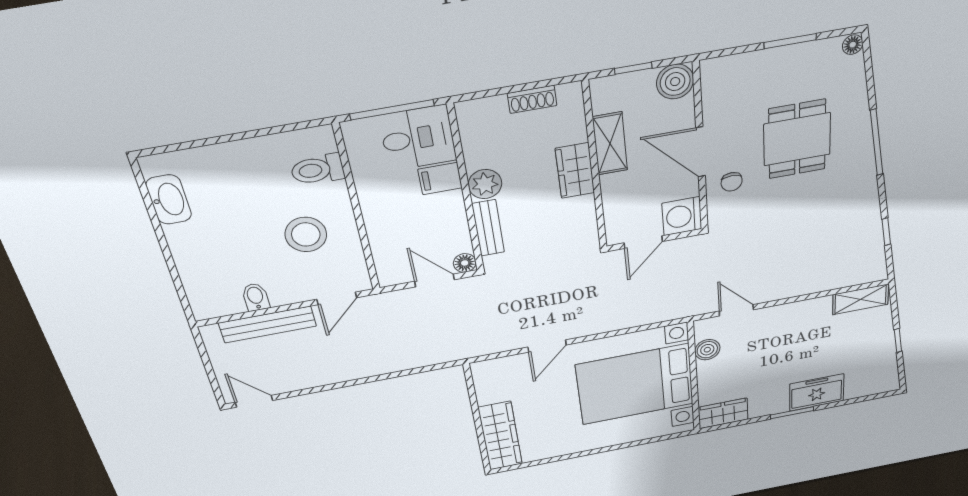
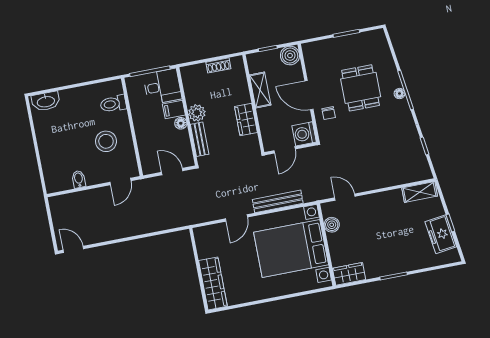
floor lamp: (853, 45) -> (400, 94), moved
wardrobe: (575, 171) -> (246, 120), moved
washbasin: (169, 200) -> (46, 101), moved, turned 90
floor lamp: (465, 263) -> (181, 123), moved
bench: (268, 325) -> (278, 201), moved
freezer: (817, 392) -> (441, 234), moved, turned -98

